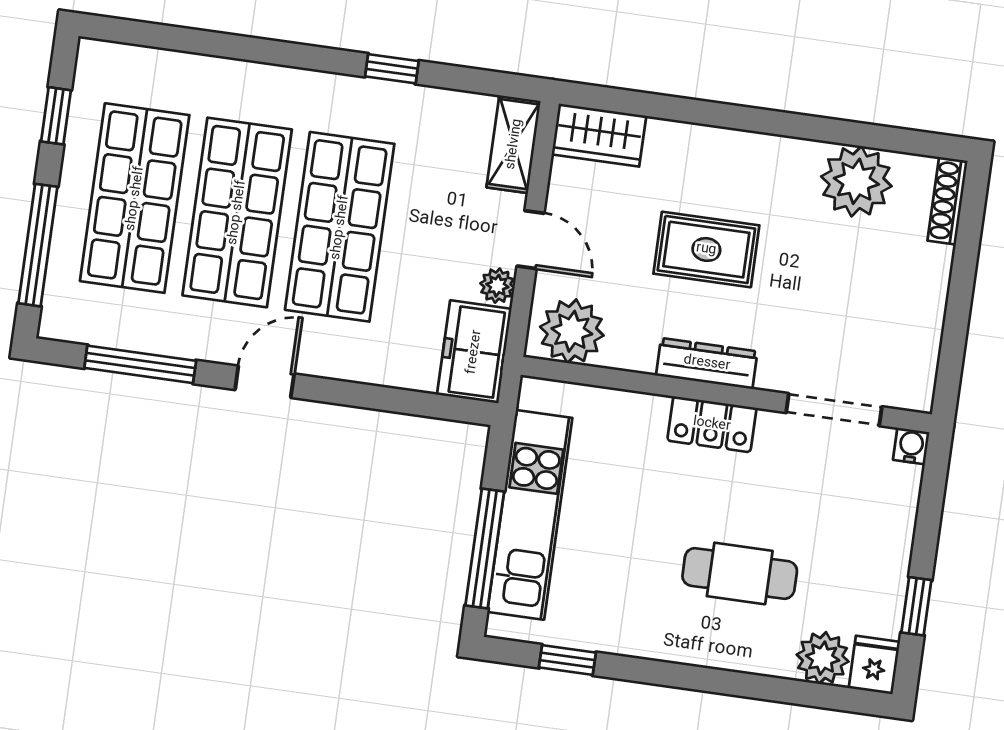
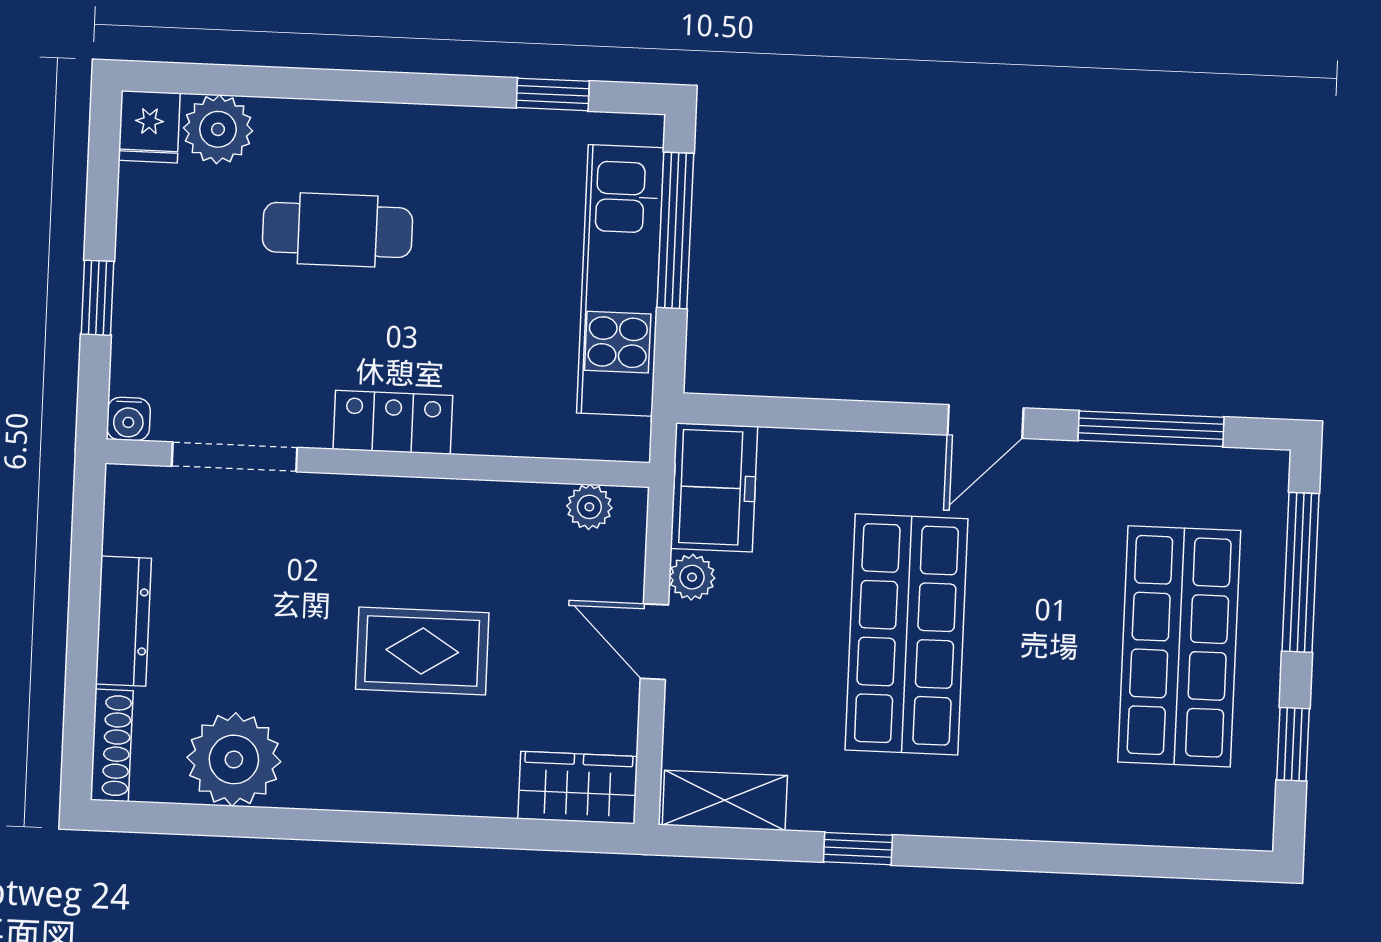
shelving: (514, 144) -> (725, 800), moved, turned 90
shop shelf: (237, 212) -> (1043, 640), removed
plant: (572, 331) -> (589, 507), width x0.53, depth x0.53
dresser: (707, 363) -> (123, 621), moved, turned -90
window: (916, 606) -> (98, 298), moved

